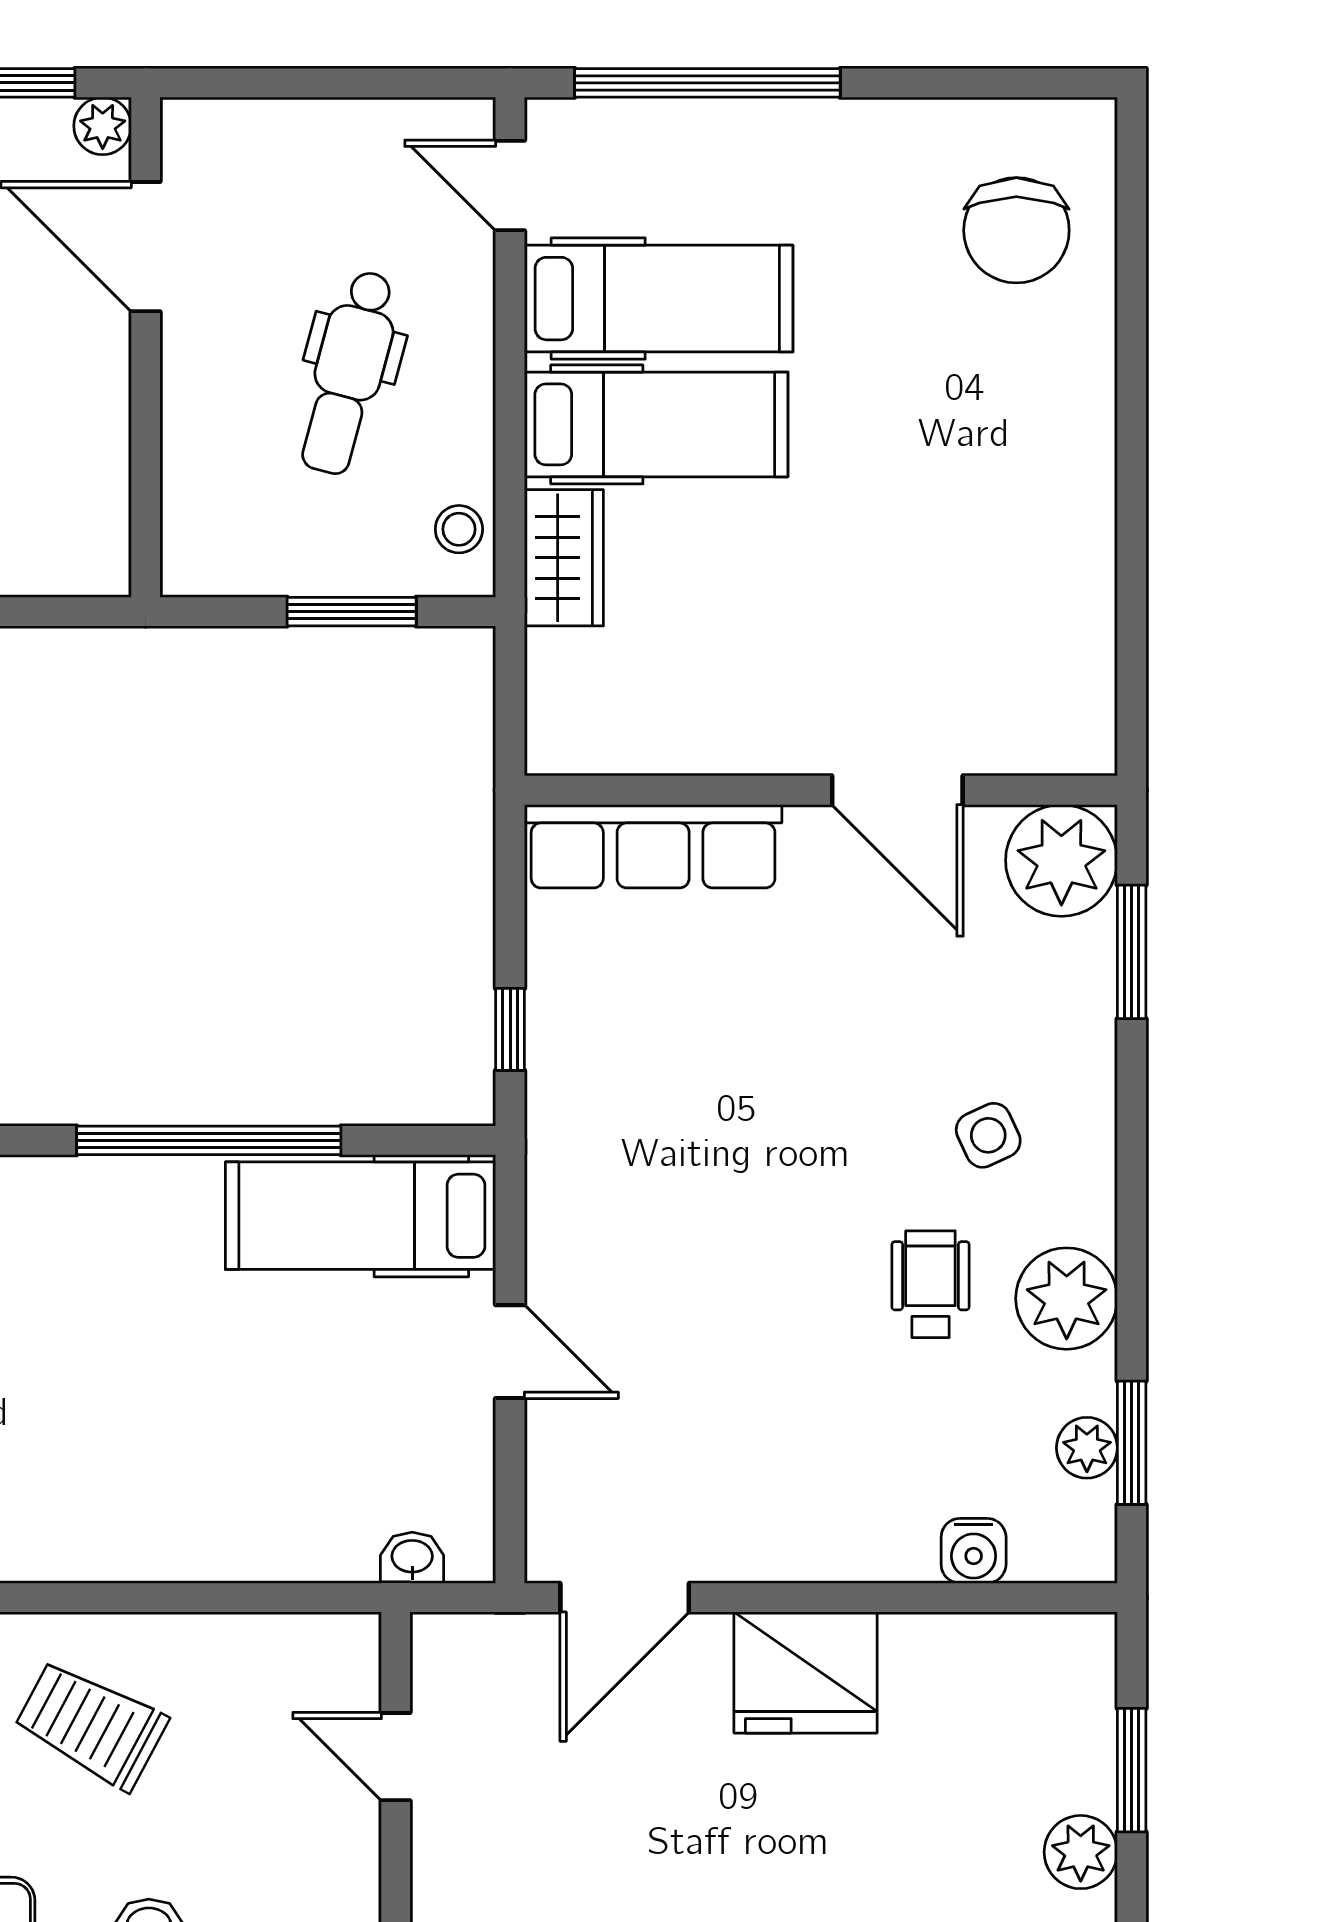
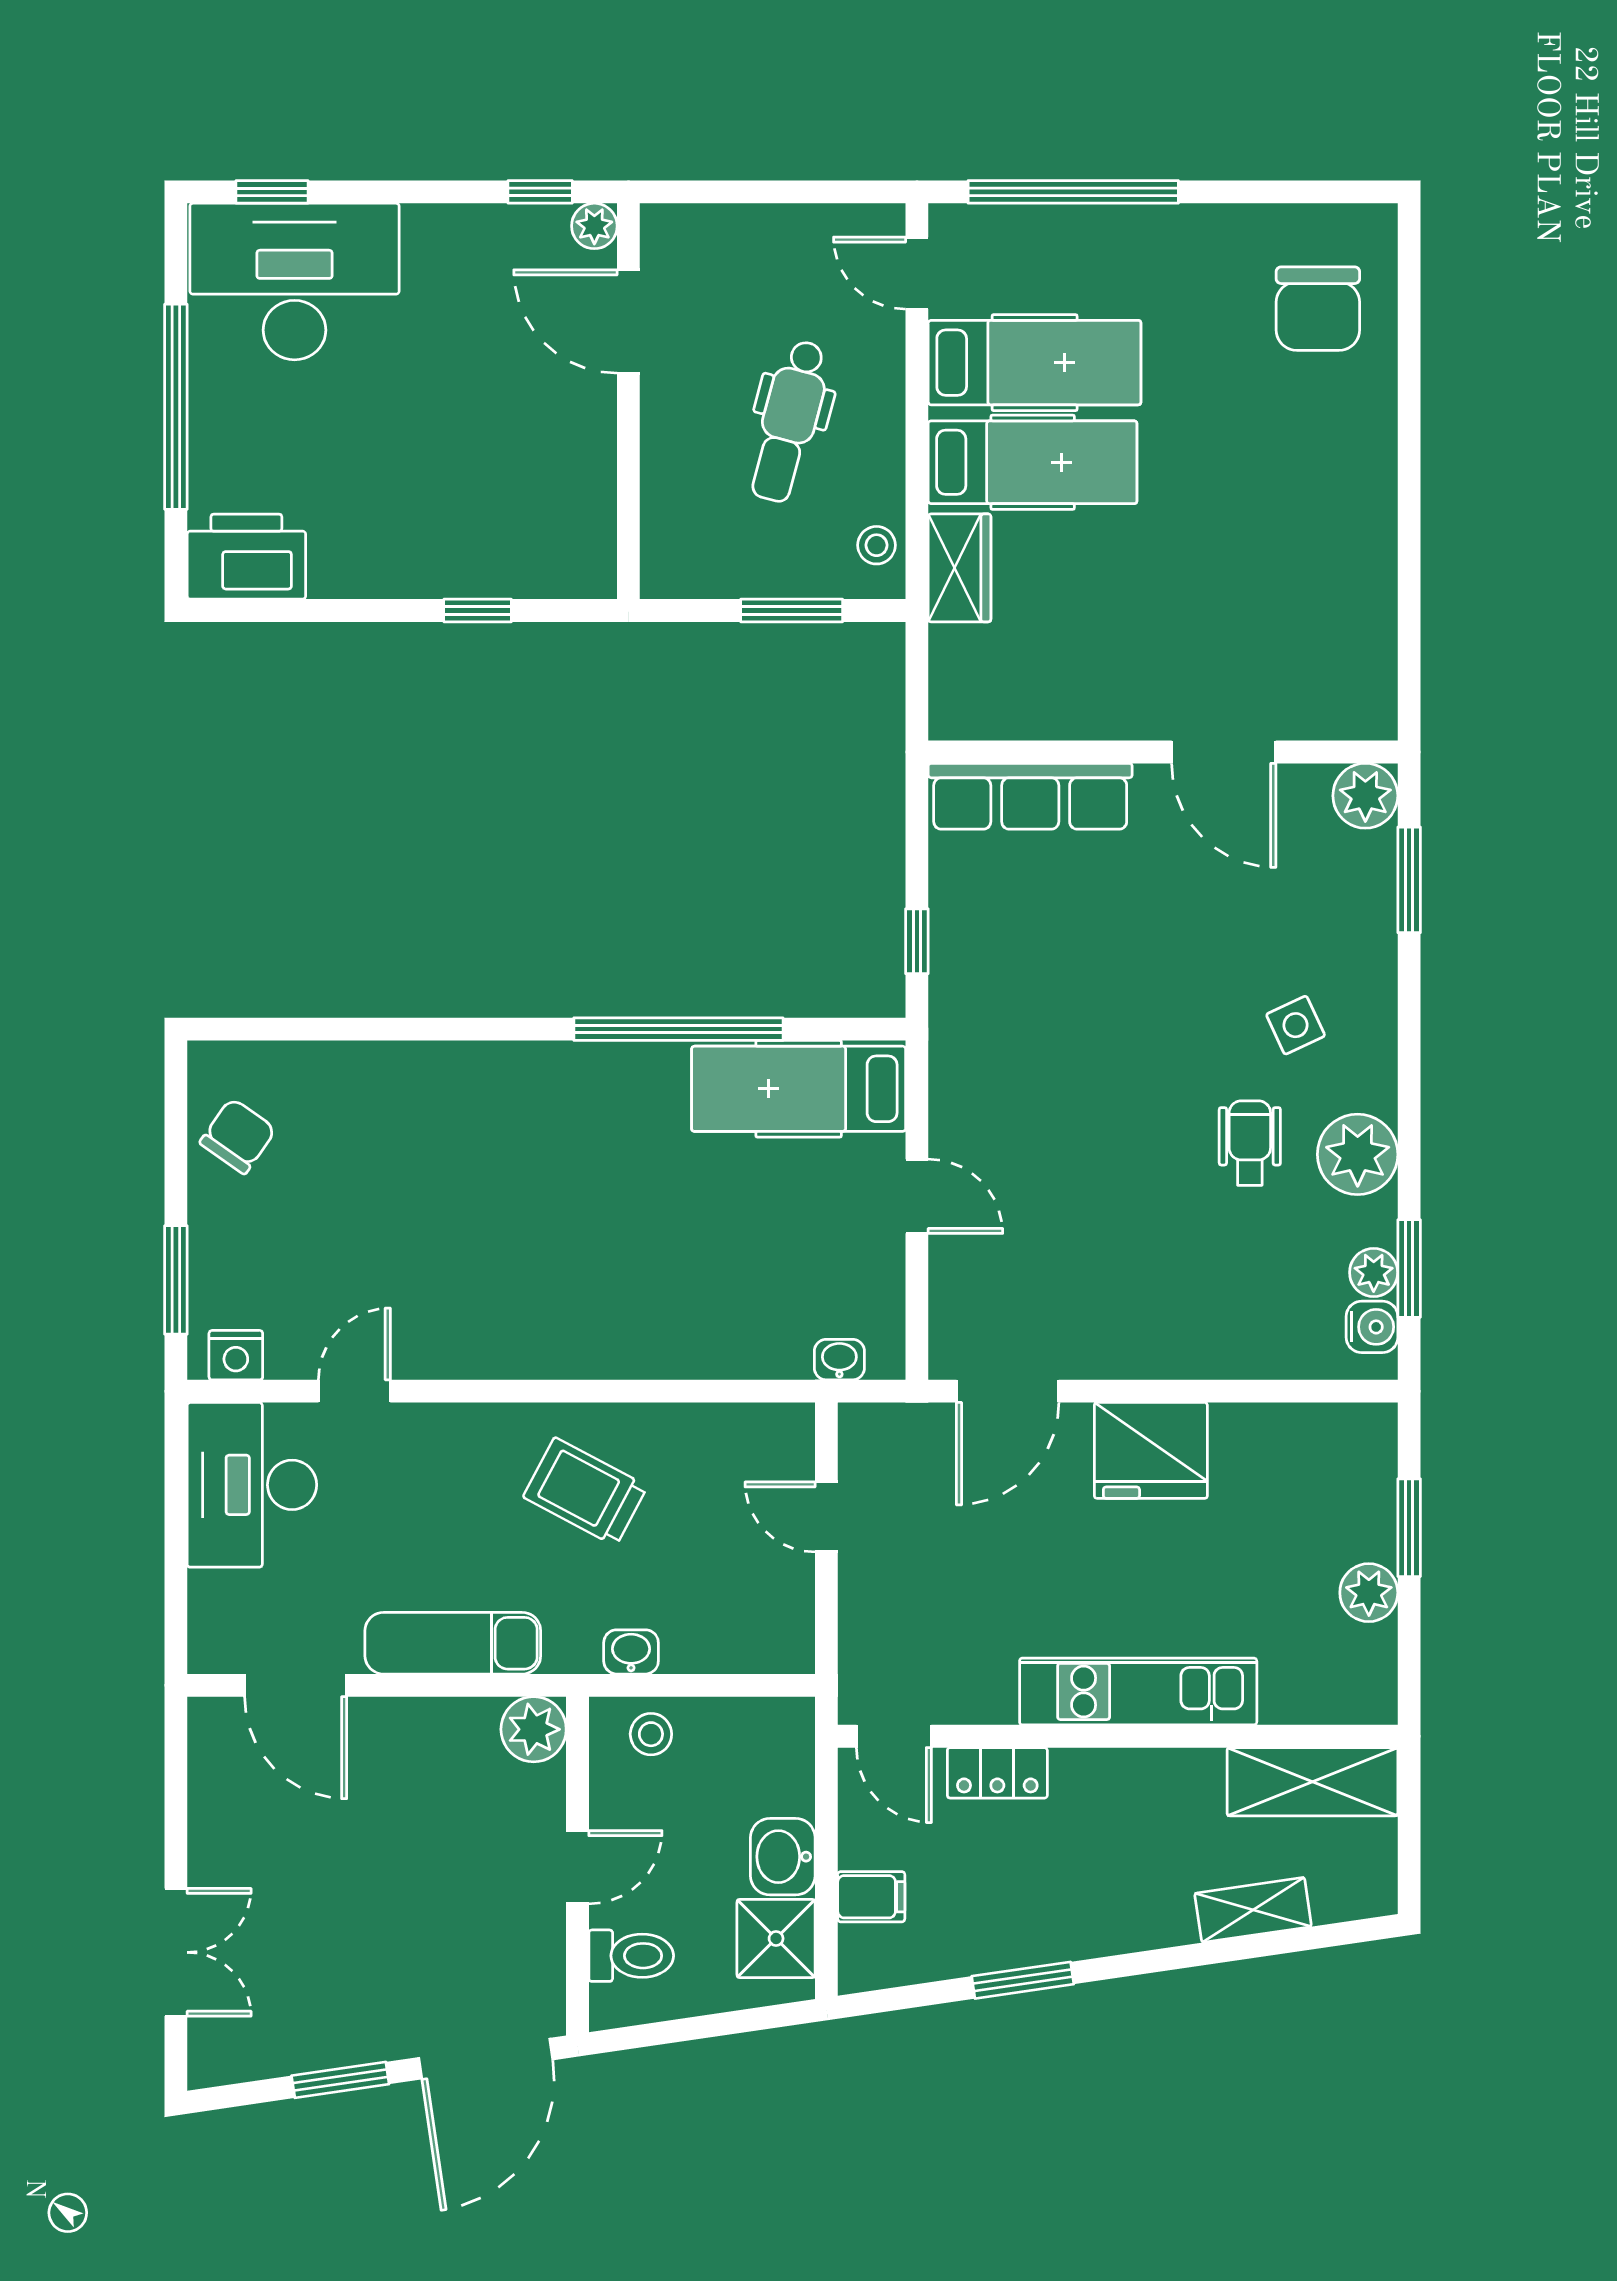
plant: (1061, 860) -> (1365, 796), width x0.73, depth x0.73
water cooler: (974, 1551) -> (1372, 1327), moved, turned -90

